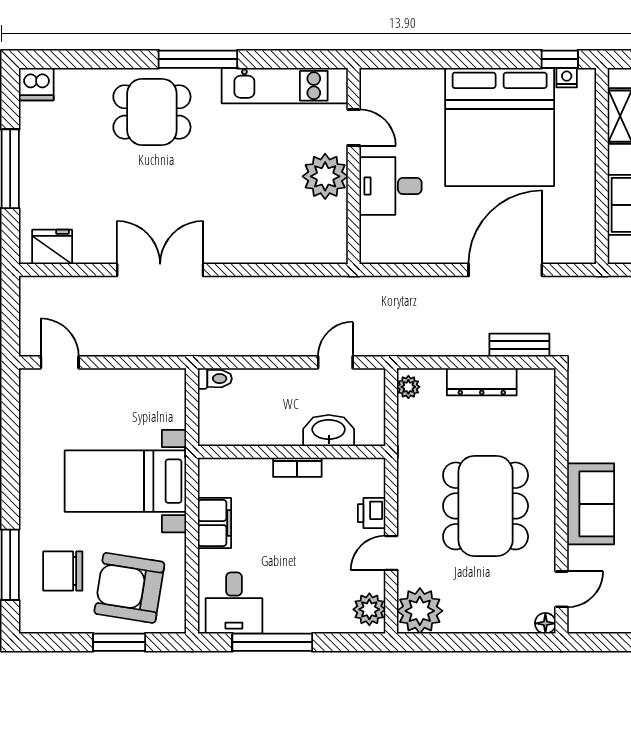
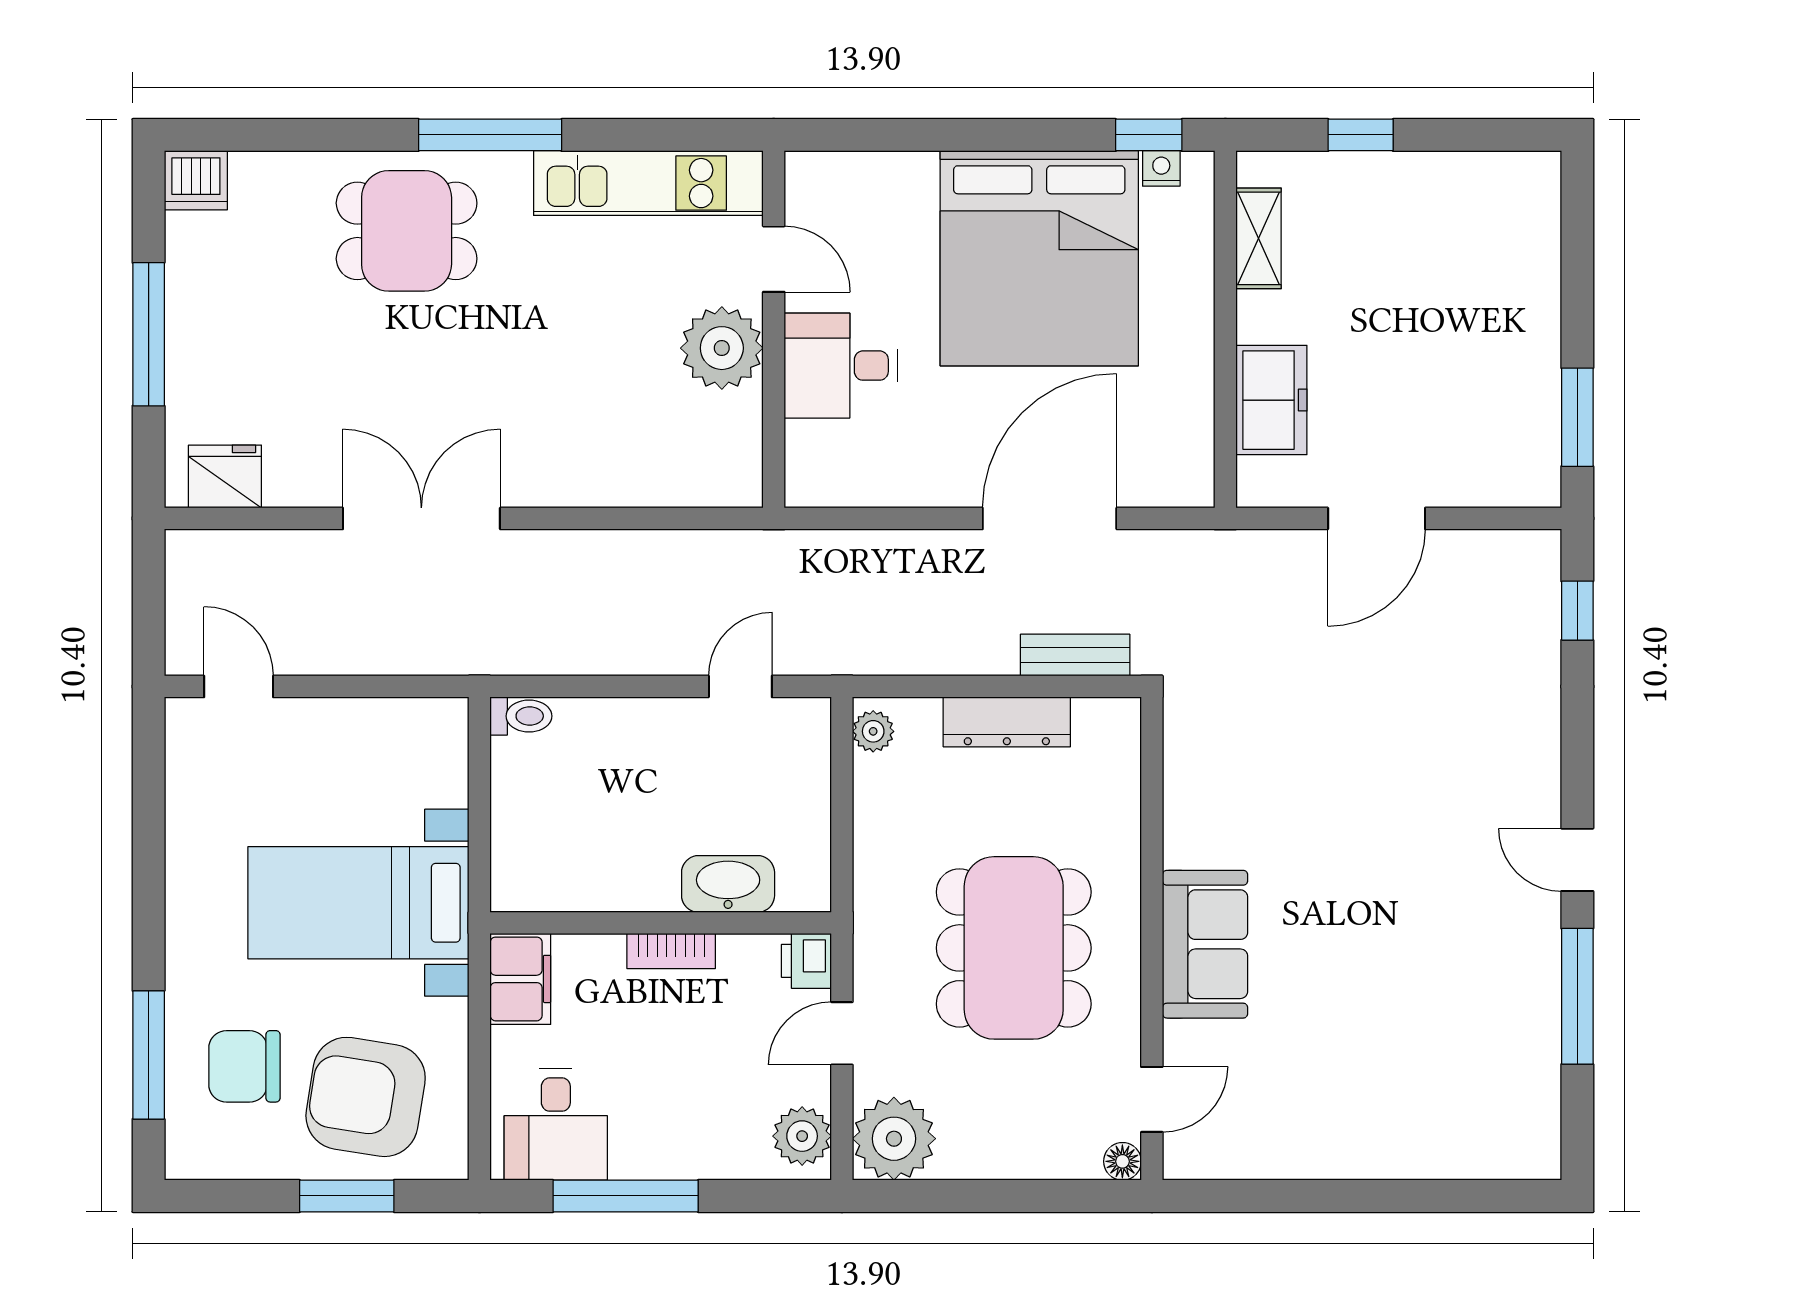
washbasin: (329, 430) -> (728, 884), moved
wall: (292, 452) -> (661, 923), moved
bookcase: (297, 467) -> (671, 951), moved

